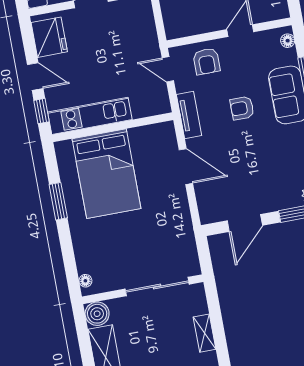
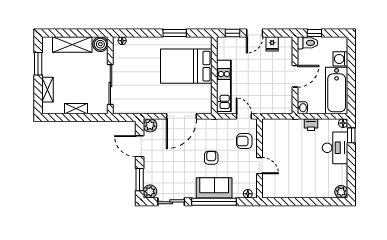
fridge: (49, 37) -> (272, 44), width x0.53, depth x0.75
door: (168, 69) -> (244, 116), hinge flipped
tv unit: (189, 115) -> (213, 124), removed
kitchen unit: (90, 116) -> (224, 86), moved
door: (186, 167) -> (181, 116), width x1.36
plant: (209, 213) -> (150, 125), added

